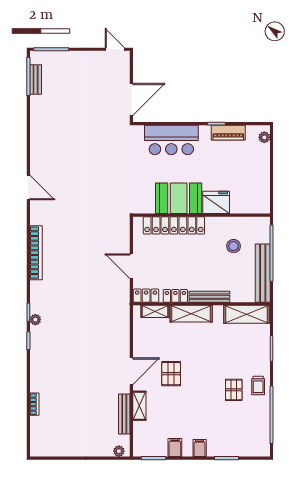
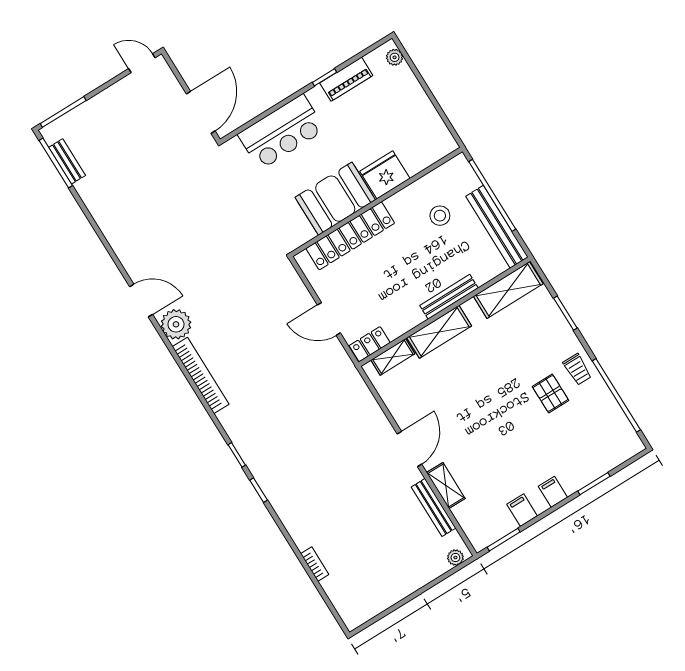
locker: (175, 296) -> (406, 322), removed
plant: (35, 320) -> (176, 324), moved, width x1.87, depth x1.87
pallet: (171, 374) -> (461, 421), removed

